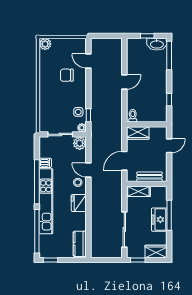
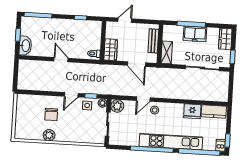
plant: (45, 44) -> (49, 135), moved
washbasin: (157, 44) -> (25, 46), moved
door: (88, 61) -> (71, 95), moved
door: (169, 146) -> (125, 20), hinge flipped
dishwasher: (45, 163) -> (221, 145), moved
fridge: (79, 203) -> (192, 111), moved

